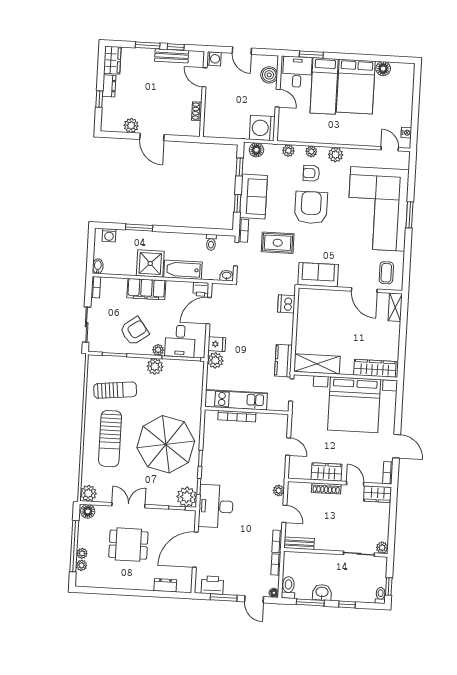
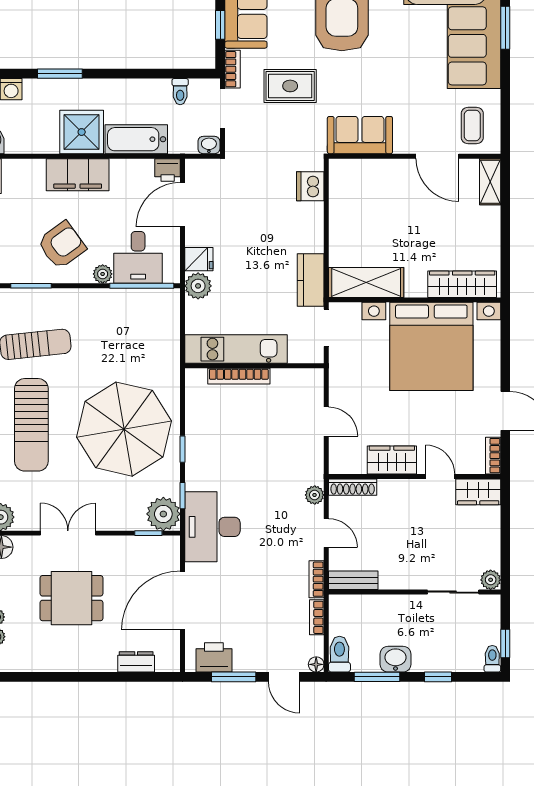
plant: (155, 366) -> (99, 302), removed
shoe rack: (326, 488) -> (353, 487), moved

